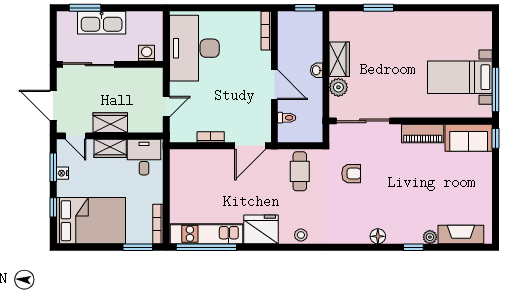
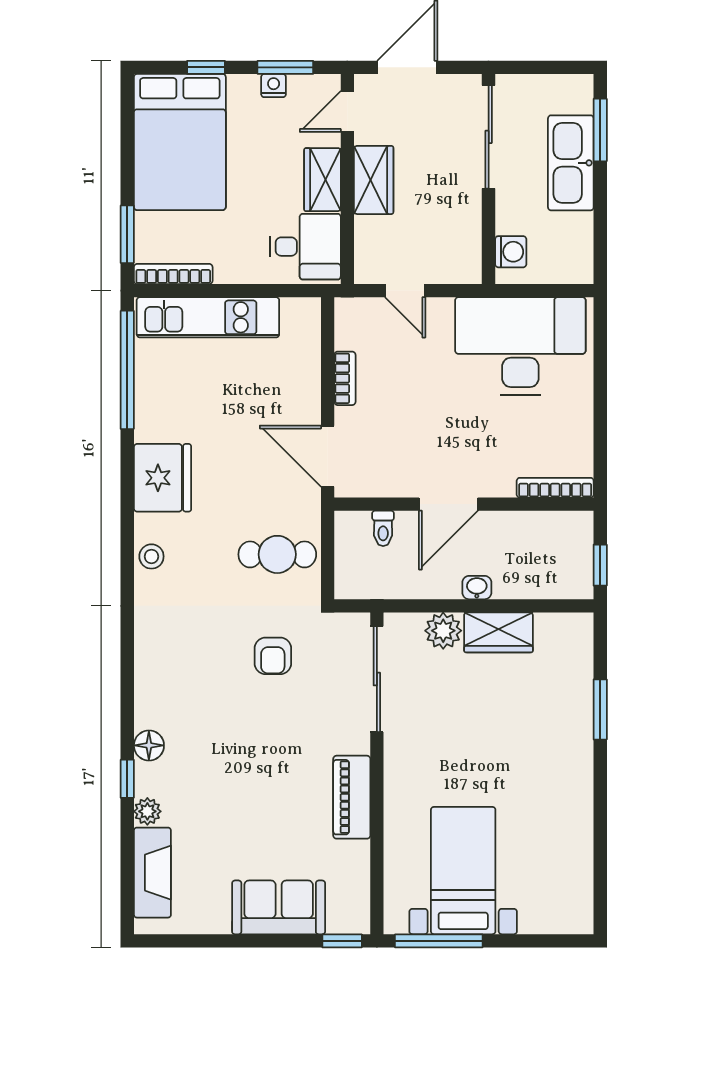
sofa: (469, 138) -> (279, 907), moved, turned 90
kitchen unit: (206, 234) -> (208, 317), moved, turned 90
floor lamp: (378, 236) -> (149, 745), moved

